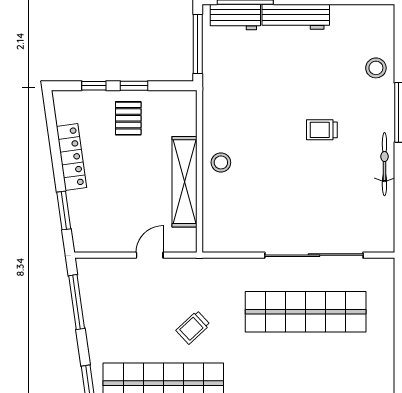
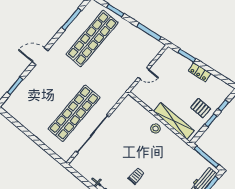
locker: (71, 157) -> (200, 72), width x0.66
shelving: (184, 182) -> (174, 121), moved
door: (150, 255) -> (144, 73), hinge flipped
trolley: (193, 327) -> (103, 67), removed

